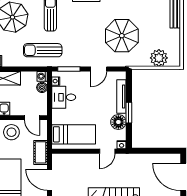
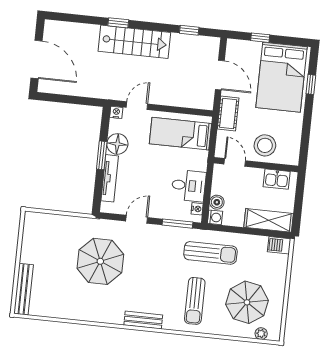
plant: (159, 58) -> (53, 226), removed

